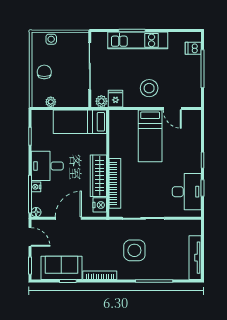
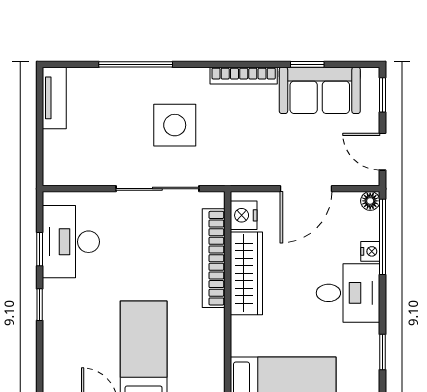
tv unit: (195, 258) -> (54, 98), width x0.71

